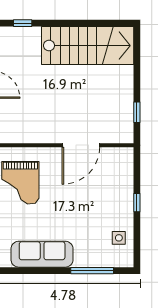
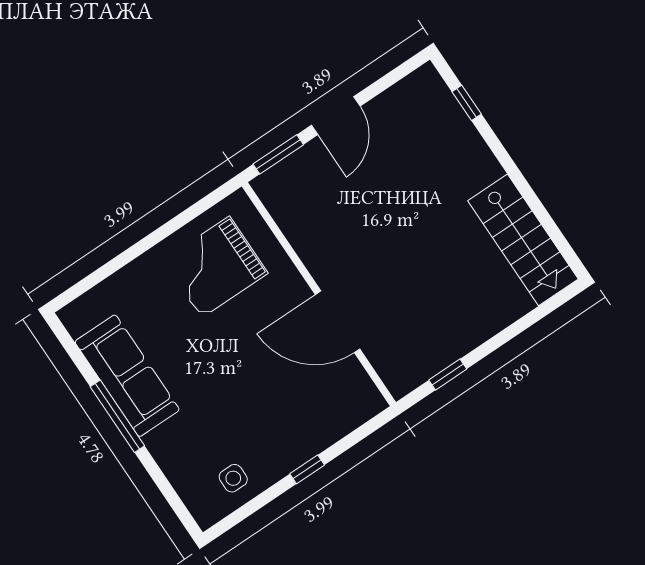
stairs: (88, 46) -> (523, 240), width x0.73, depth x0.66
window: (92, 271) -> (117, 416), moved

